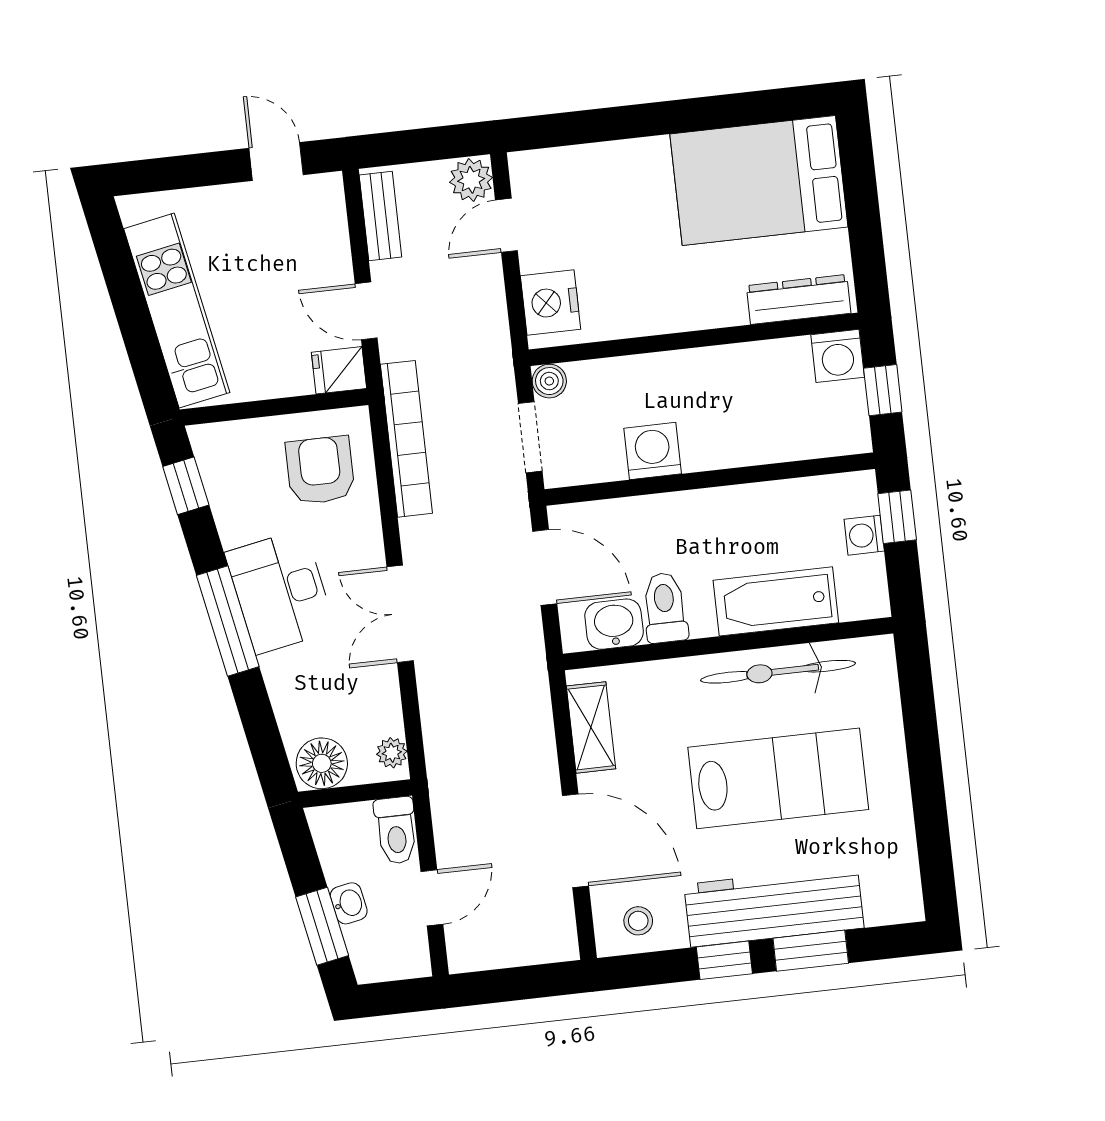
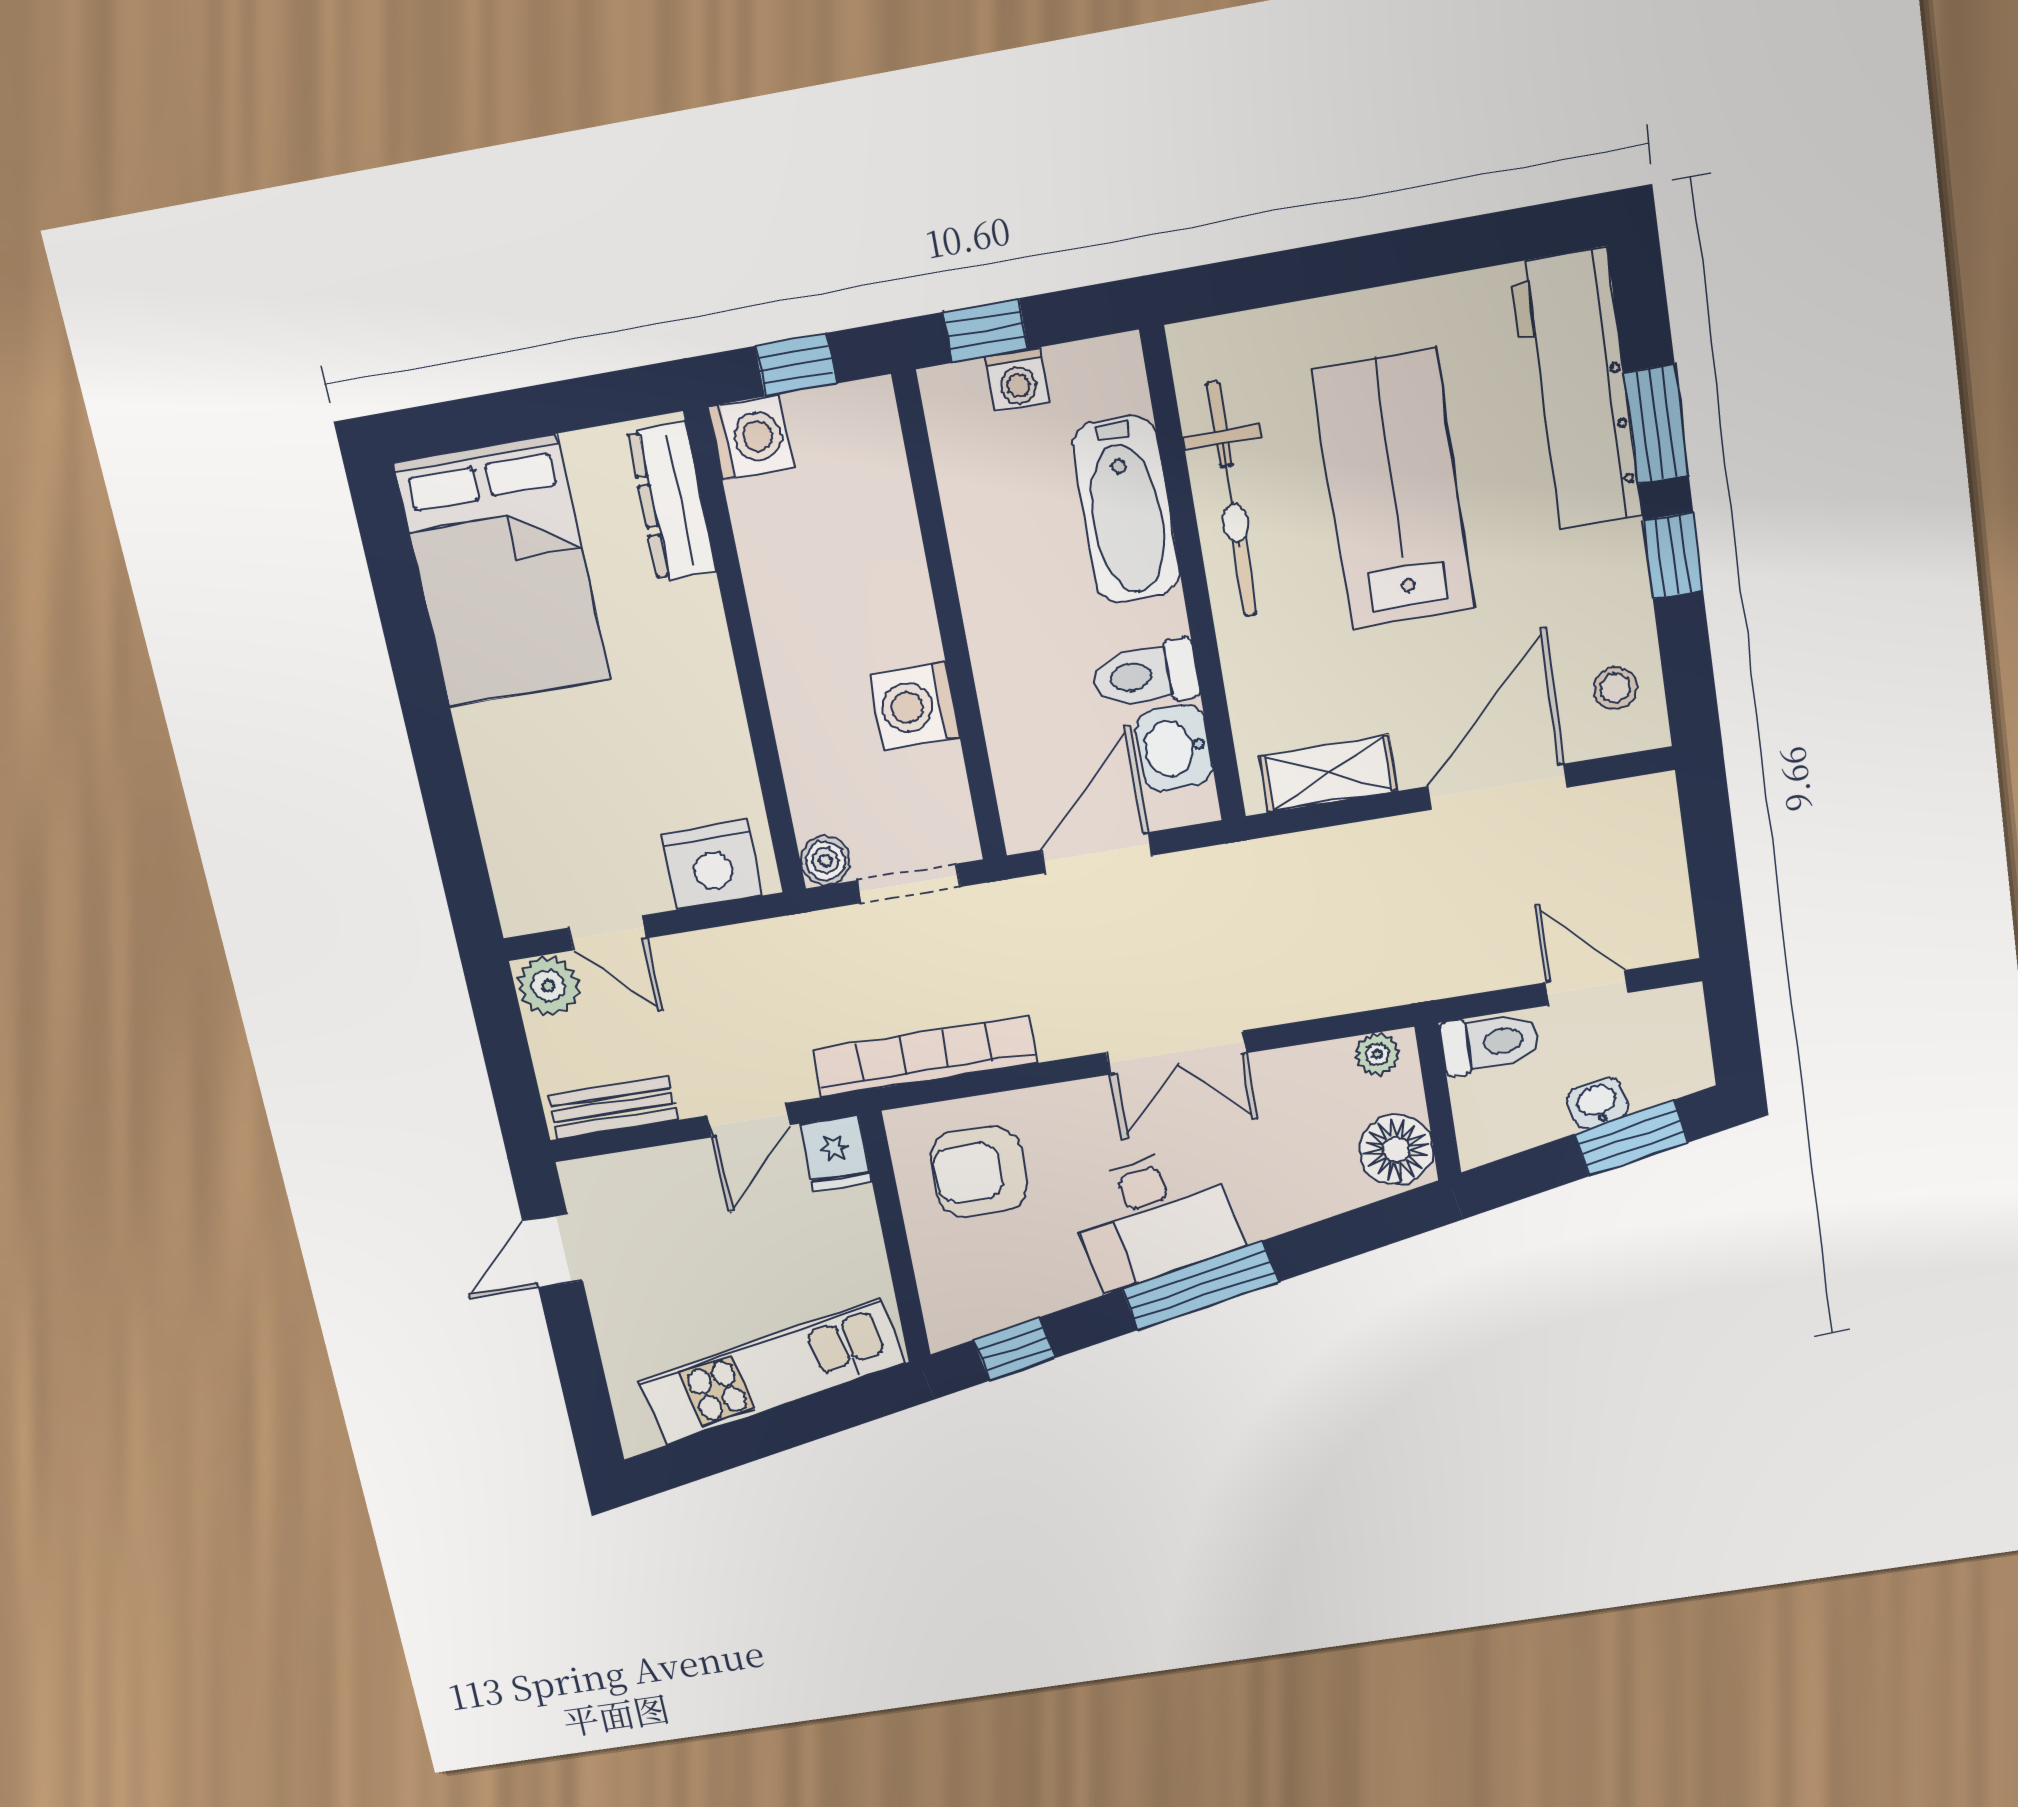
workbench: (774, 906) -> (1576, 390), moved

